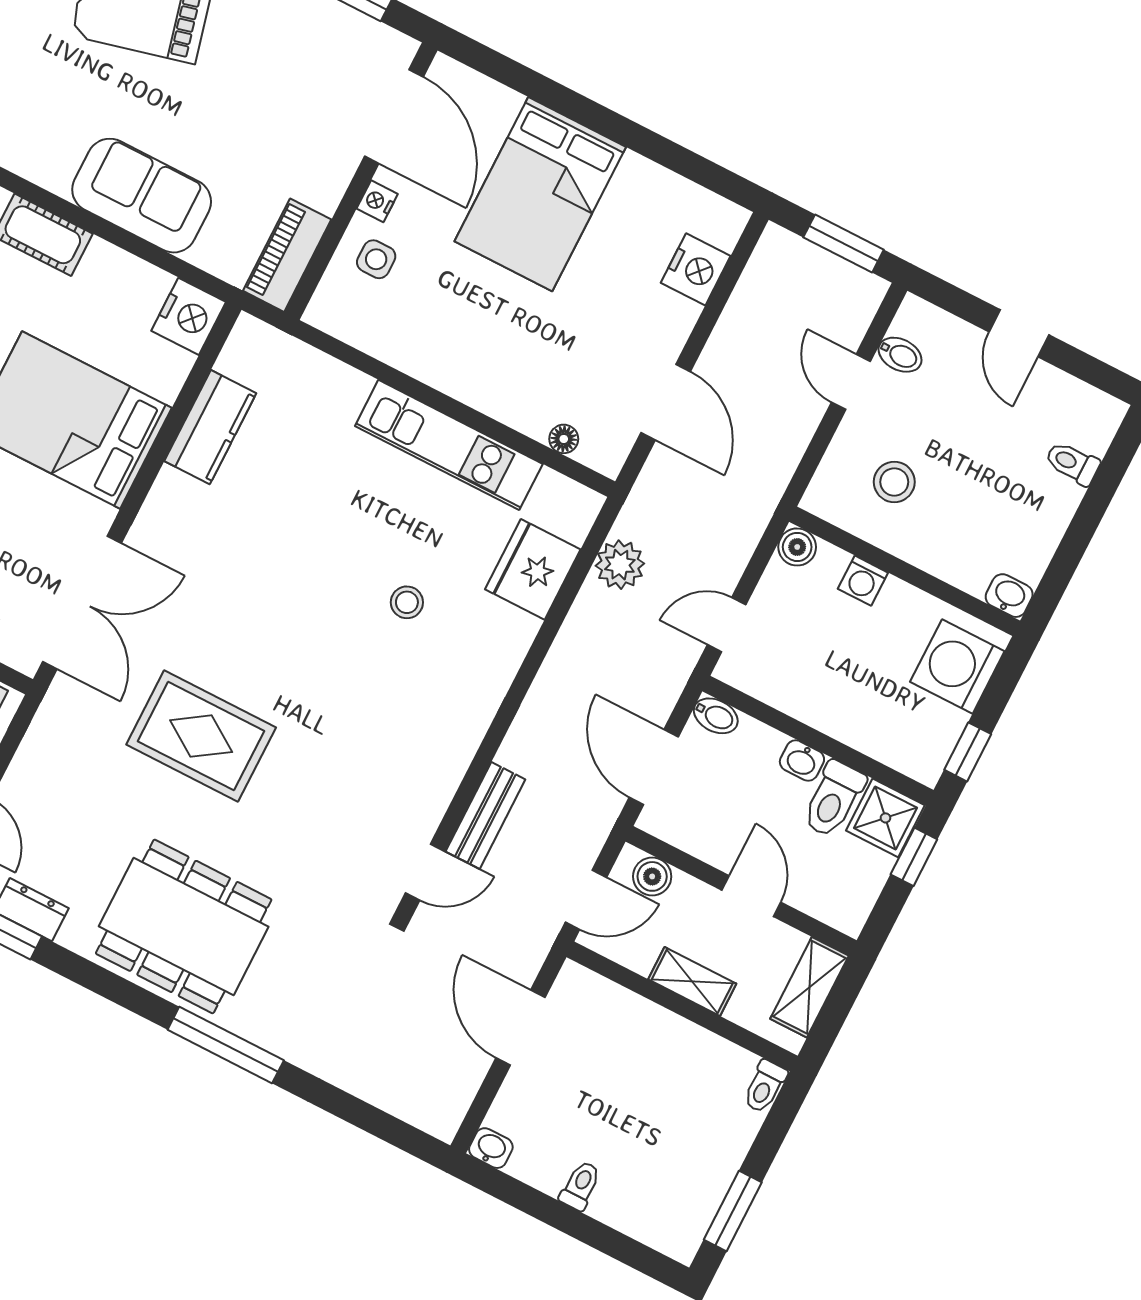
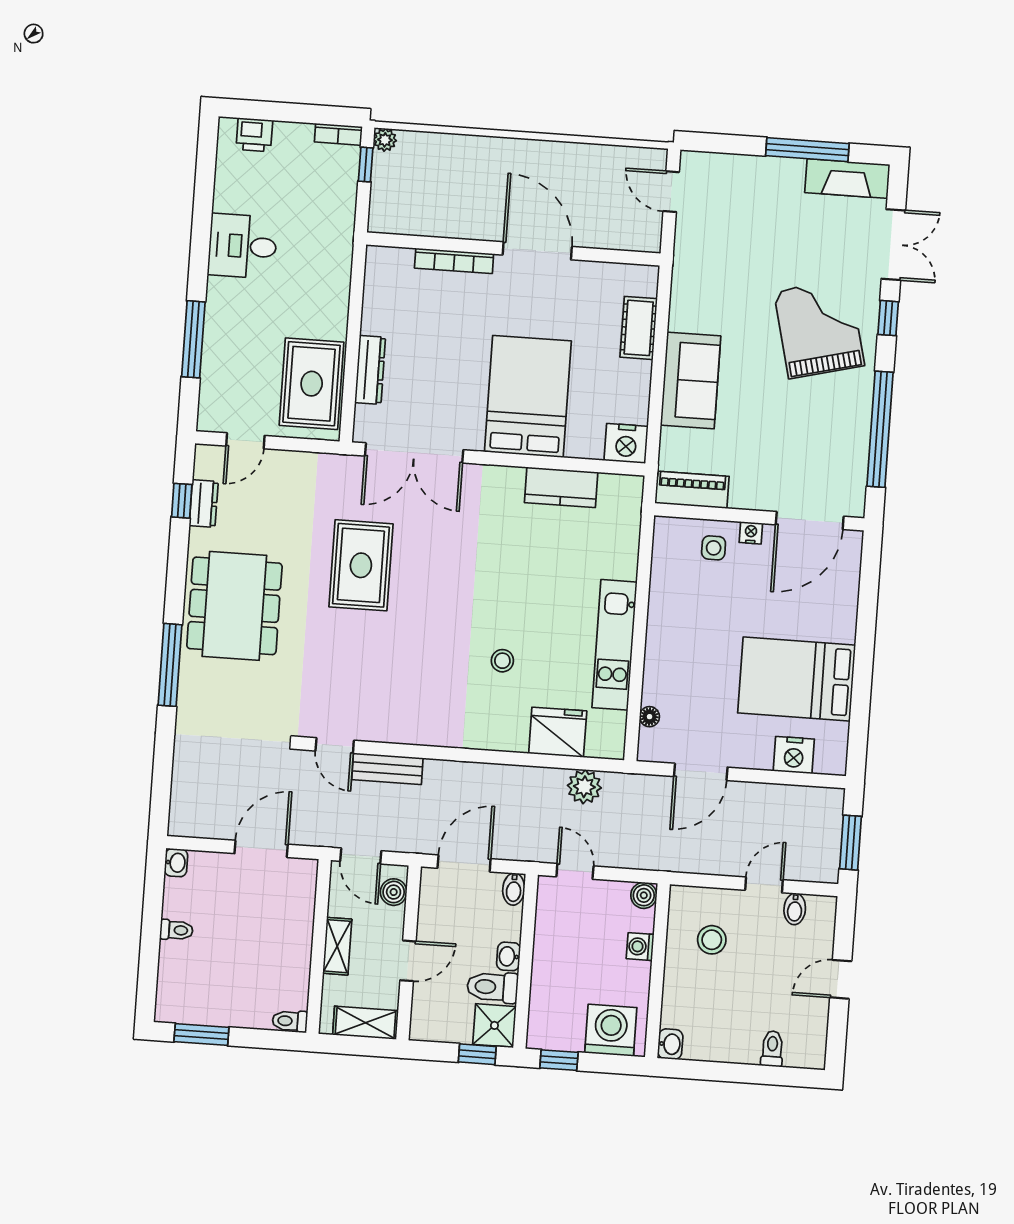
bed: (540, 194) -> (797, 679), moved

